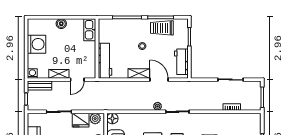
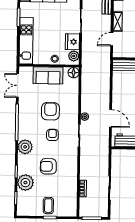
shelving: (139, 73) -> (117, 99), removed
door: (77, 80) -> (112, 39), hinge flipped
door: (159, 80) -> (111, 118), hinge flipped

